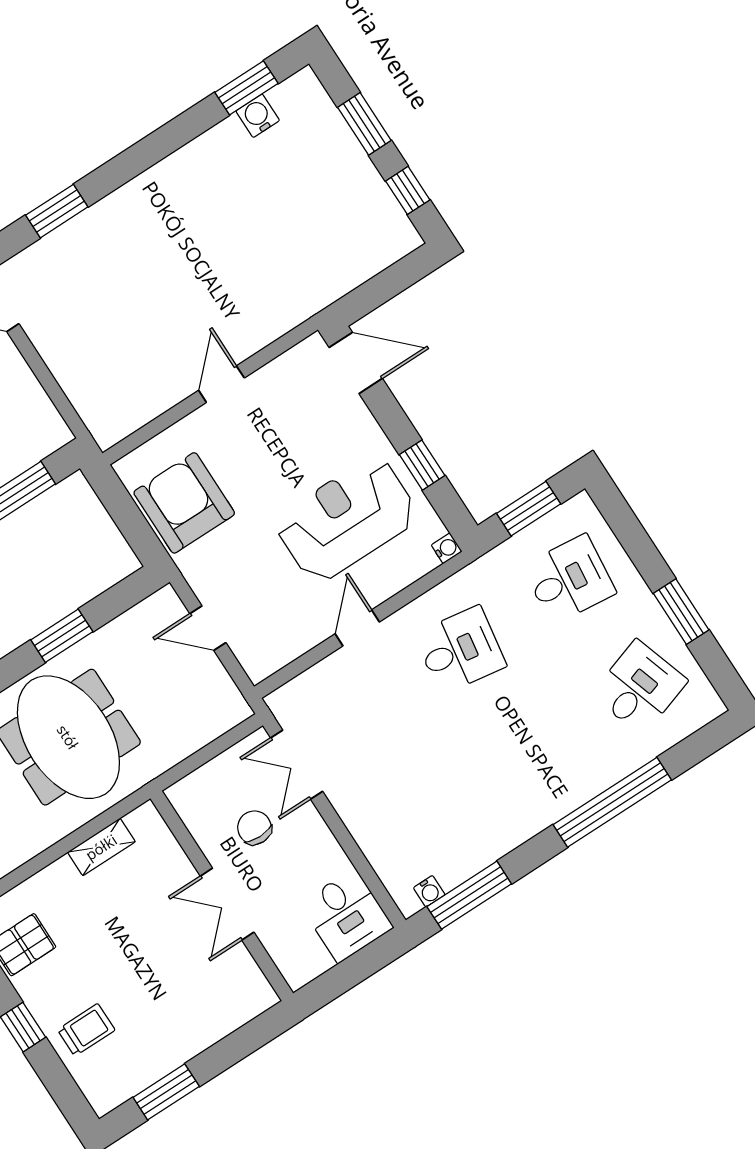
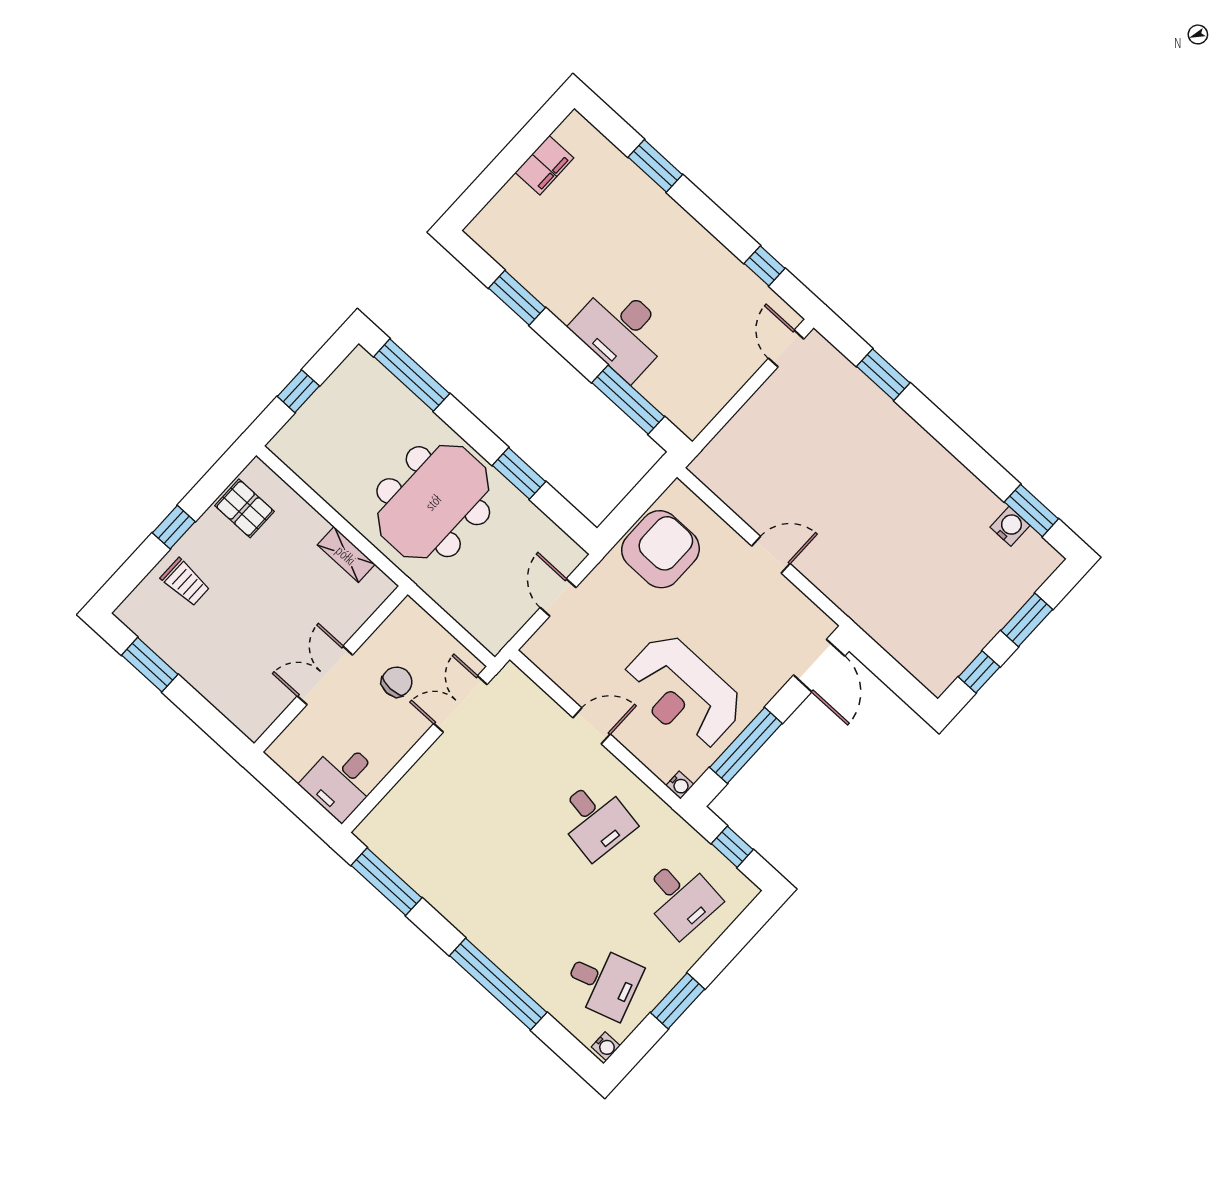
window: (422, 465) -> (746, 745), width x2.17
window: (529, 509) -> (732, 847), width x0.67
reception desk: (346, 519) -> (683, 692), turned 180
water cooler: (429, 891) -> (606, 1046), moved, turned -90

